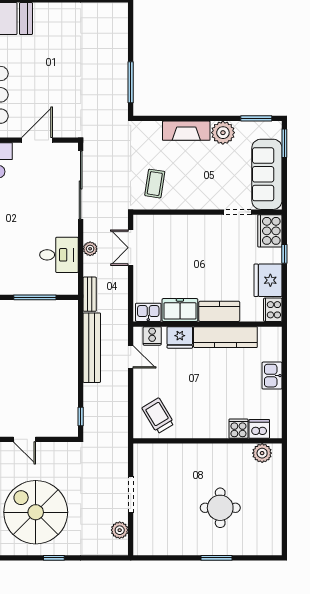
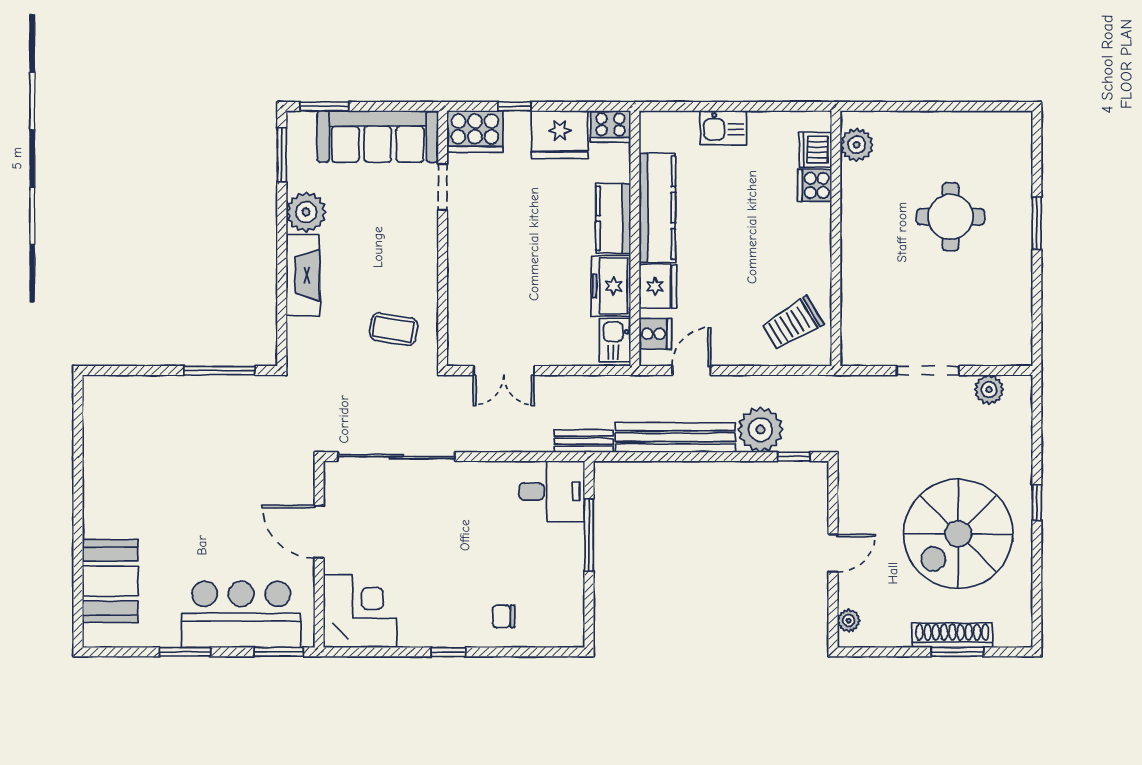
plant: (90, 249) -> (760, 430), moved, width x1.87, depth x1.87
desk: (59, 255) -> (552, 491), moved, turned 90

